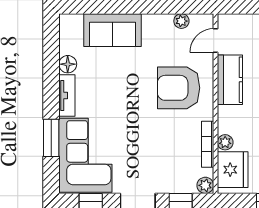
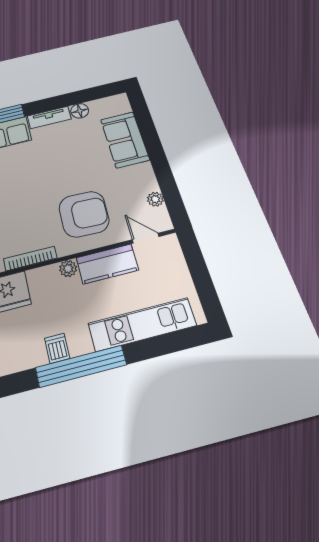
armchair: (179, 88) -> (84, 214), turned 92
plant: (225, 142) -> (68, 269), moved

